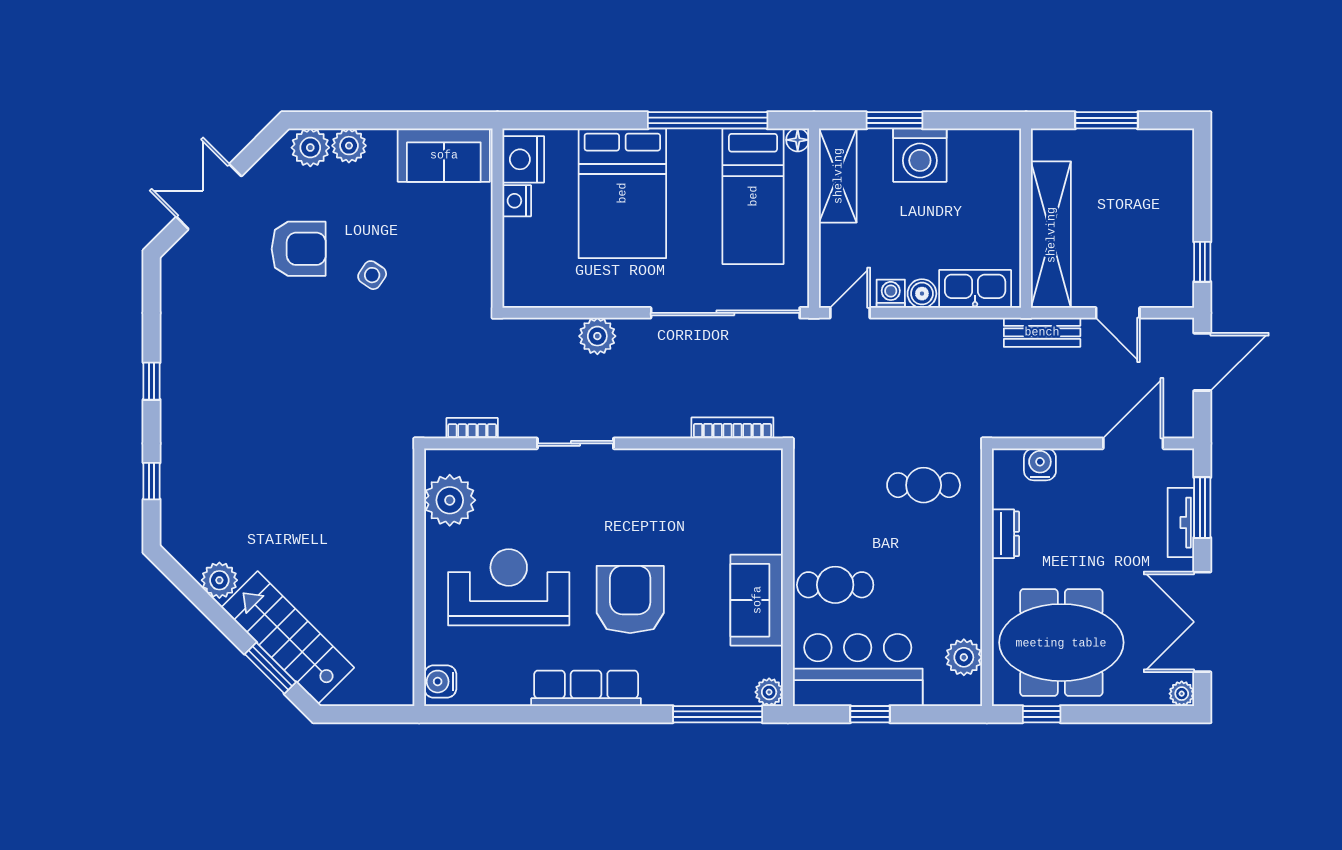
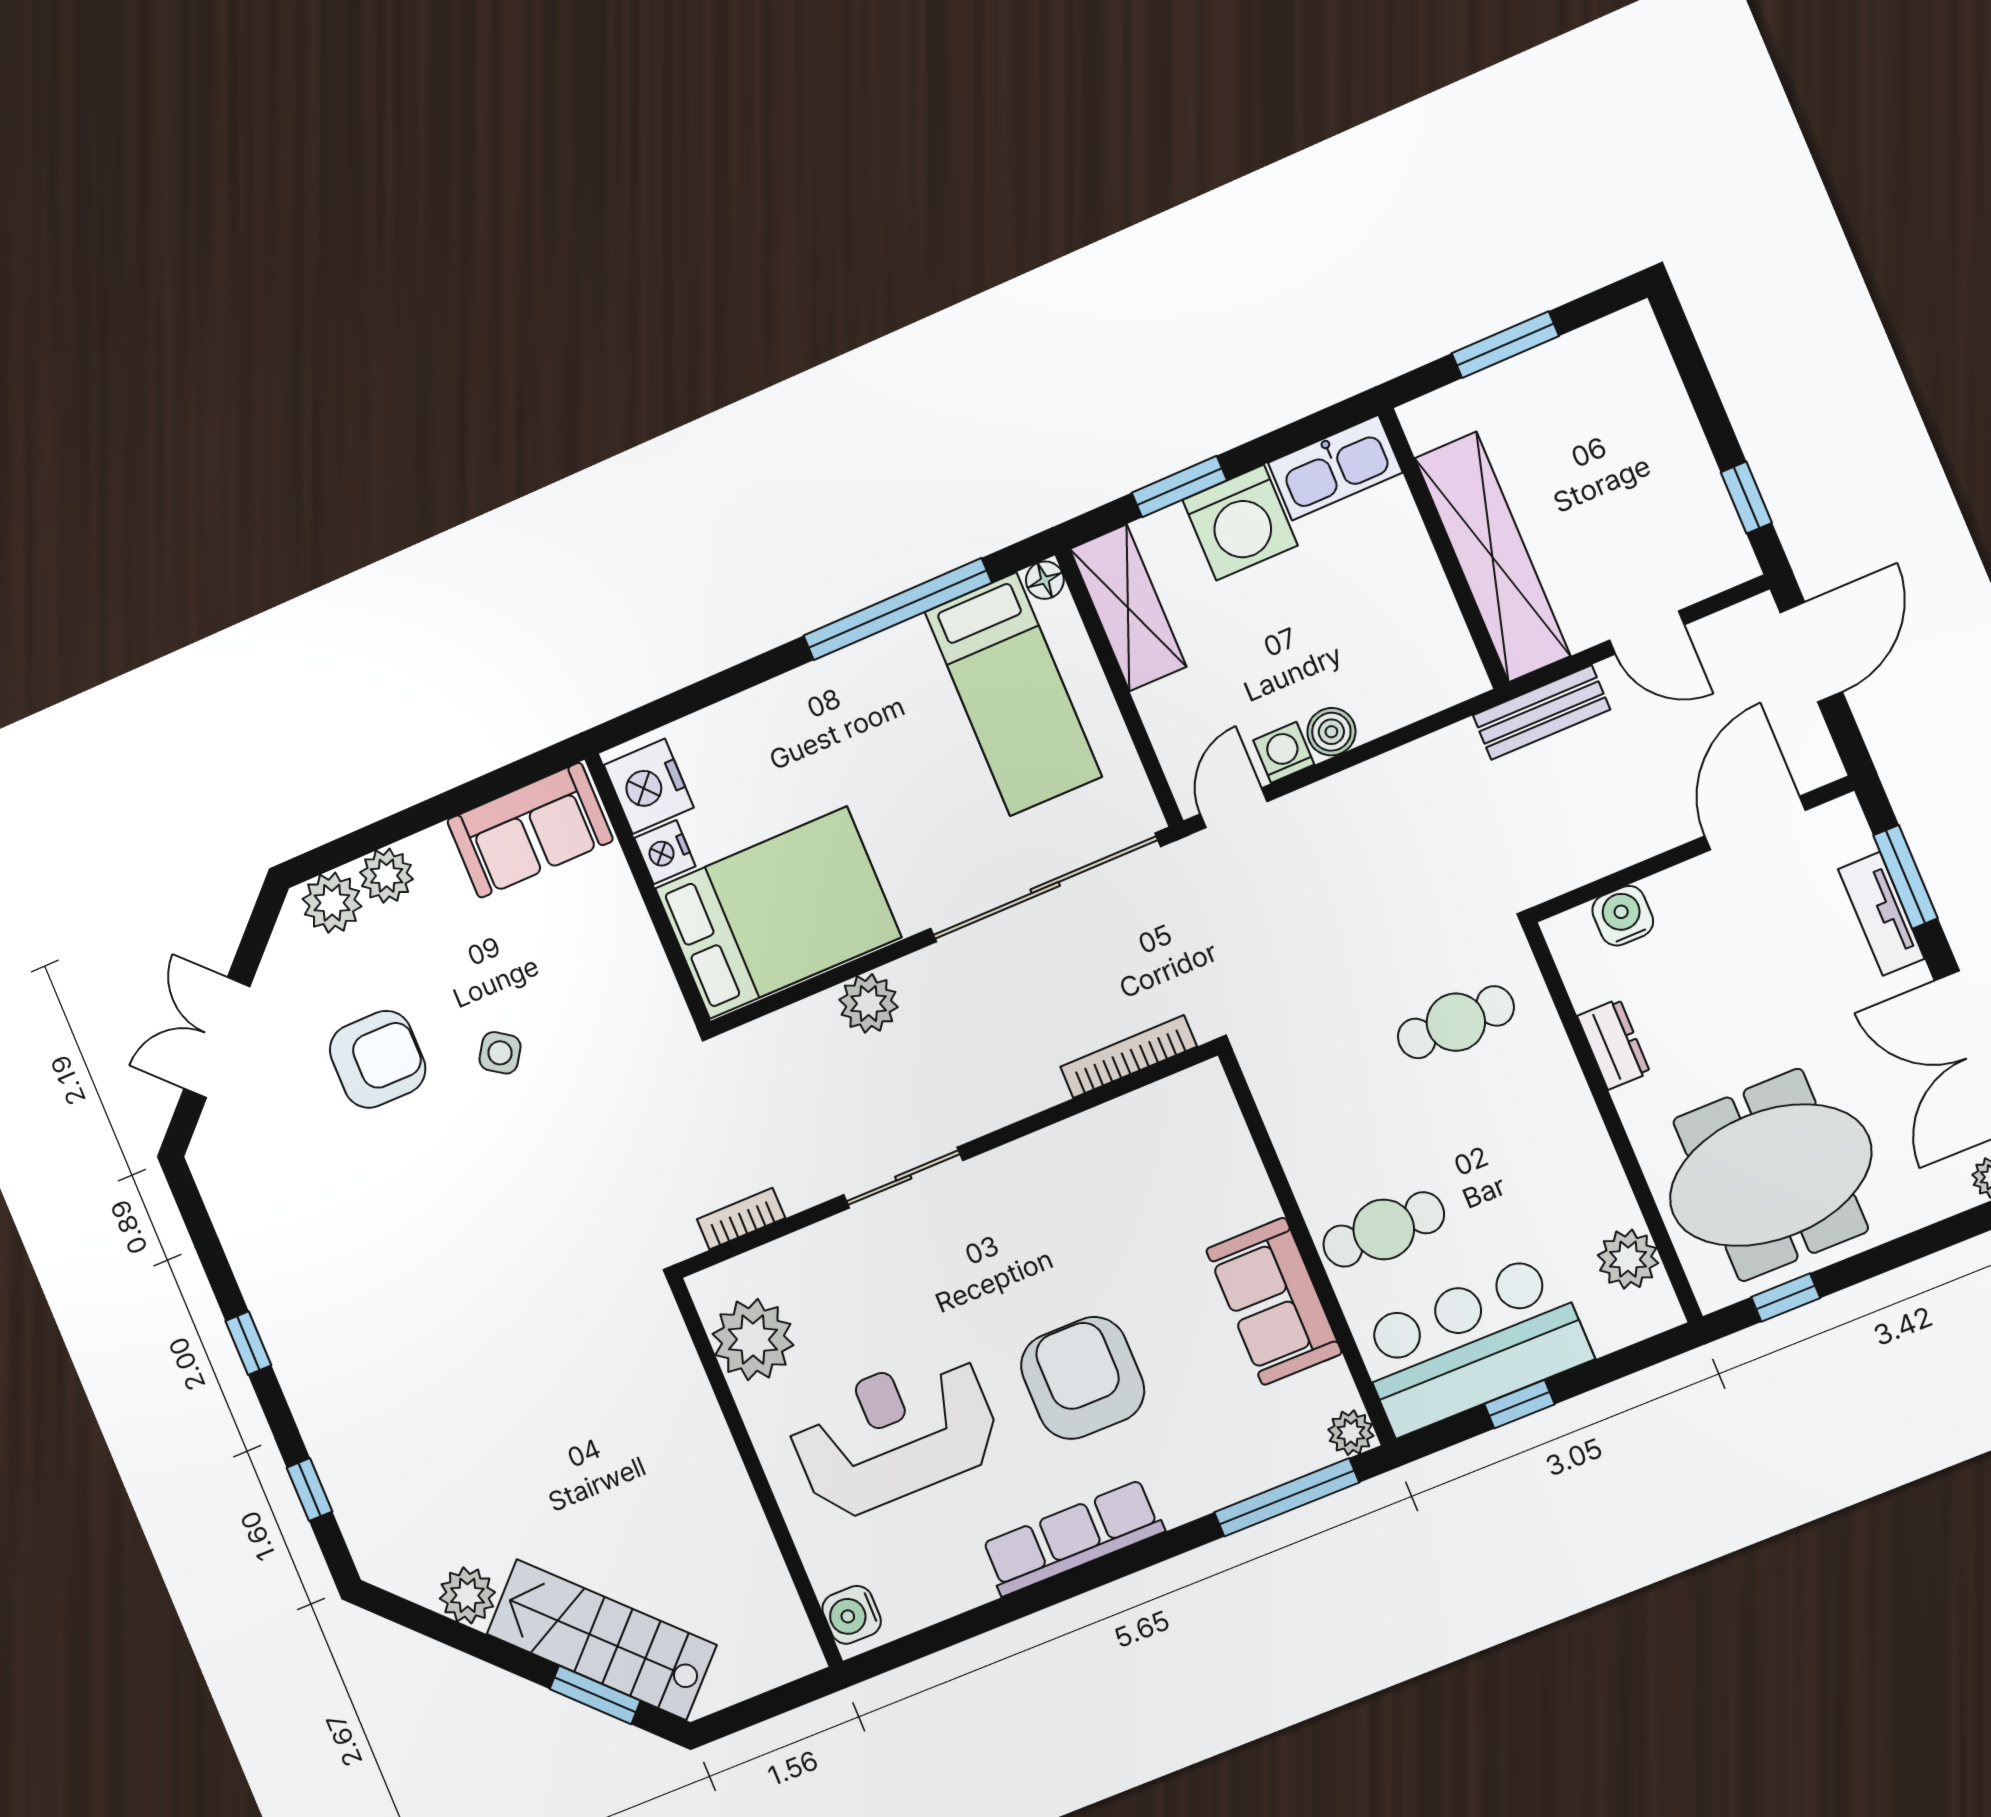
bed: (622, 193) -> (778, 913), moved, turned -90
kitchen sink: (975, 289) -> (1335, 468), moved, turned 180

